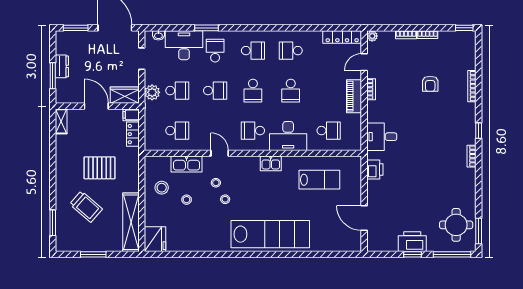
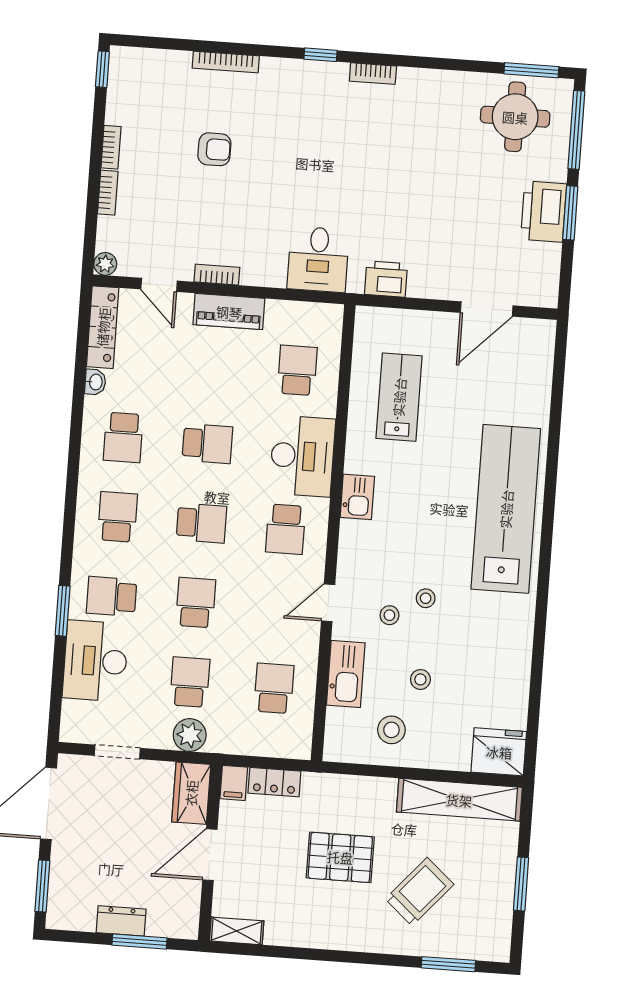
washbasin: (158, 35) -> (95, 382), moved
pallet: (100, 168) -> (340, 857), turned 90
window: (413, 254) -> (570, 213), width x1.50

